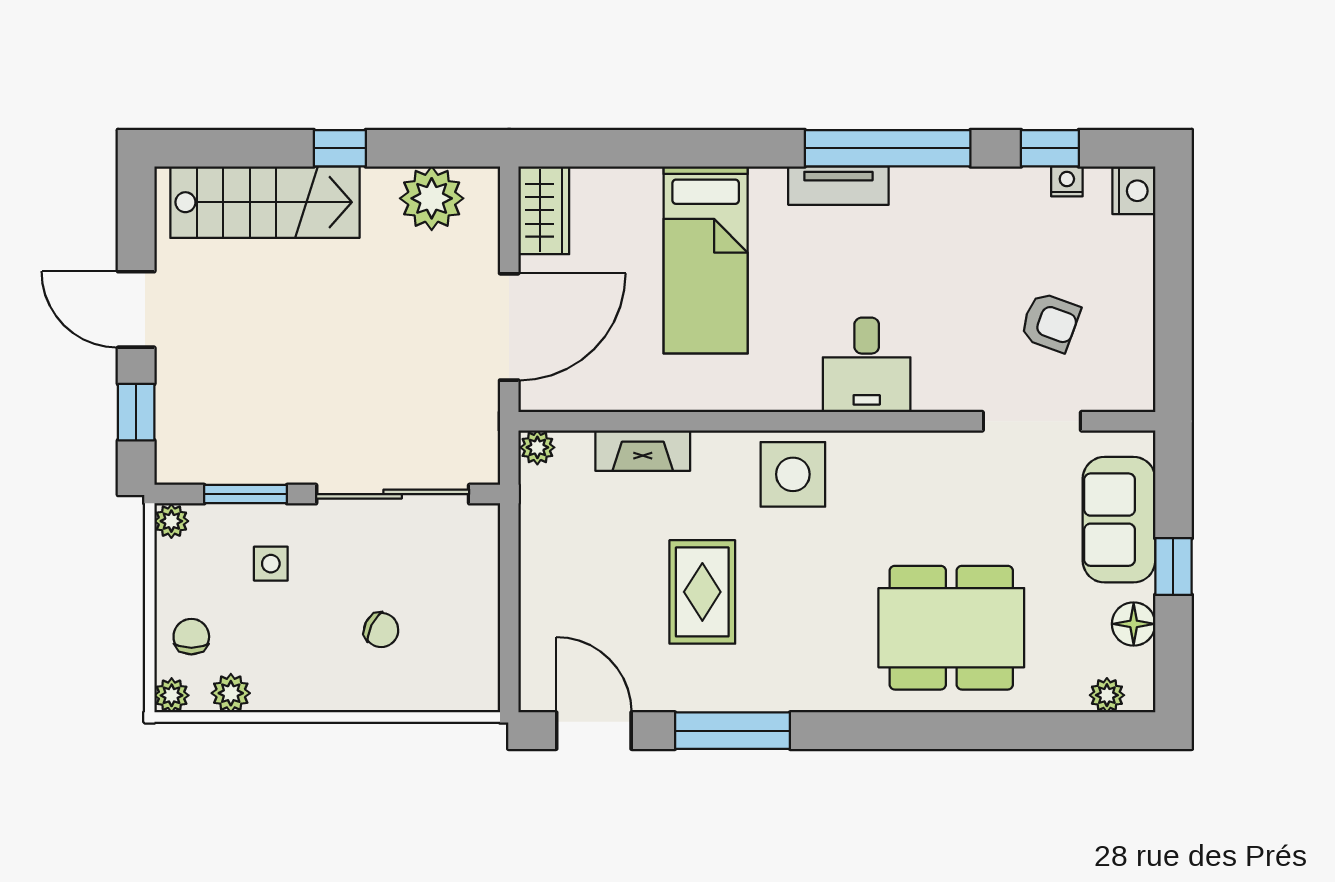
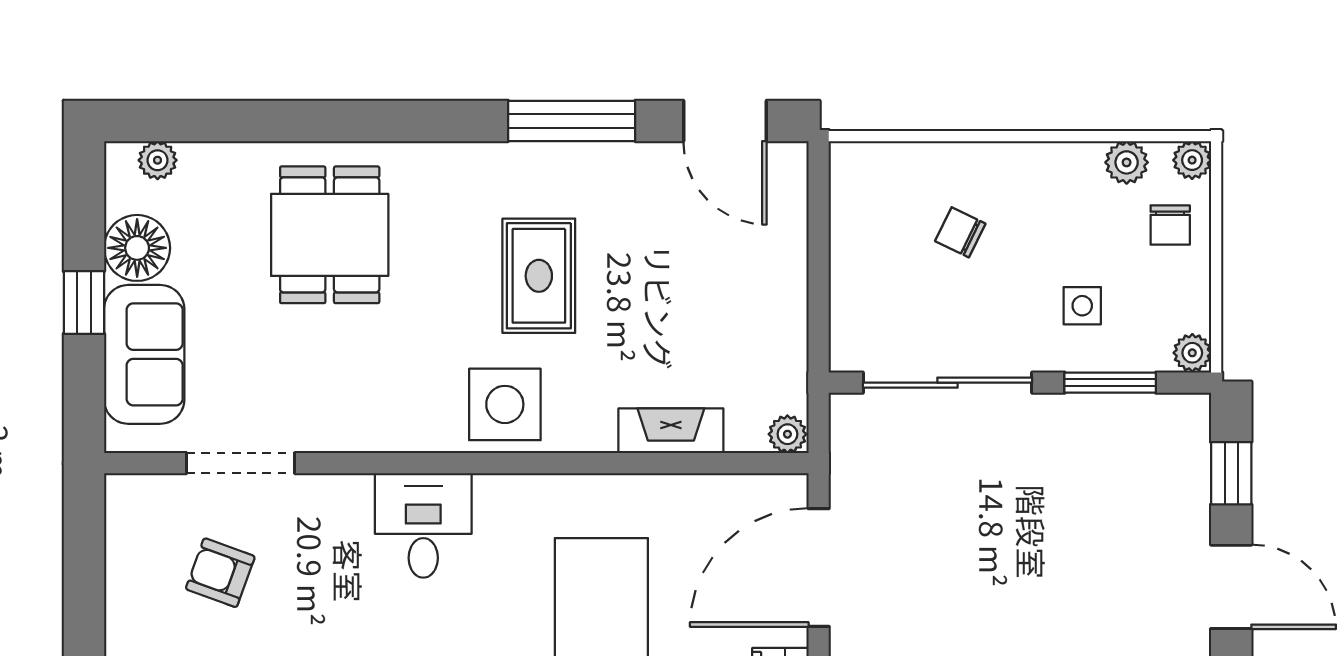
rug: (702, 592) -> (539, 276), moved
floor lamp: (1134, 624) -> (137, 248), width x1.38, depth x1.38
dining table: (951, 628) -> (330, 235), width x0.73

